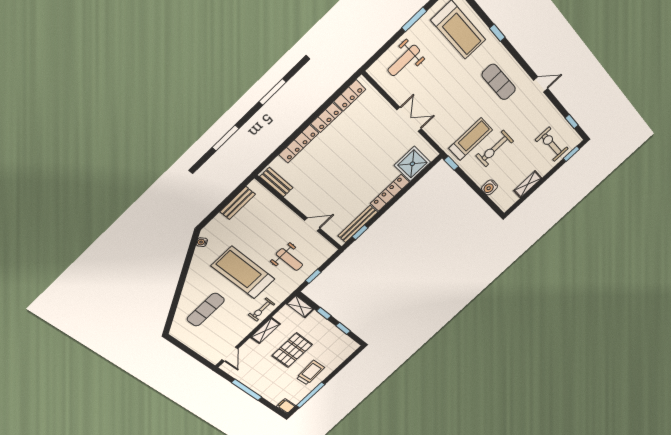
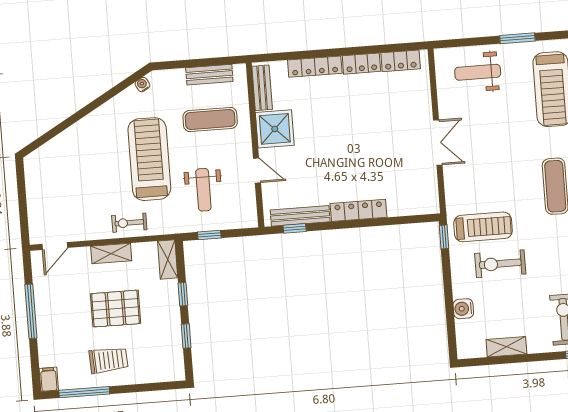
shower: (412, 164) -> (275, 129), moved
exercise mat: (206, 310) -> (210, 119), moved

